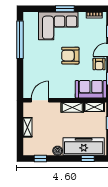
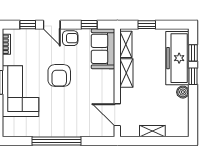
window: (20, 40) -> (57, 141), moved
window: (40, 159) -> (193, 76), moved

